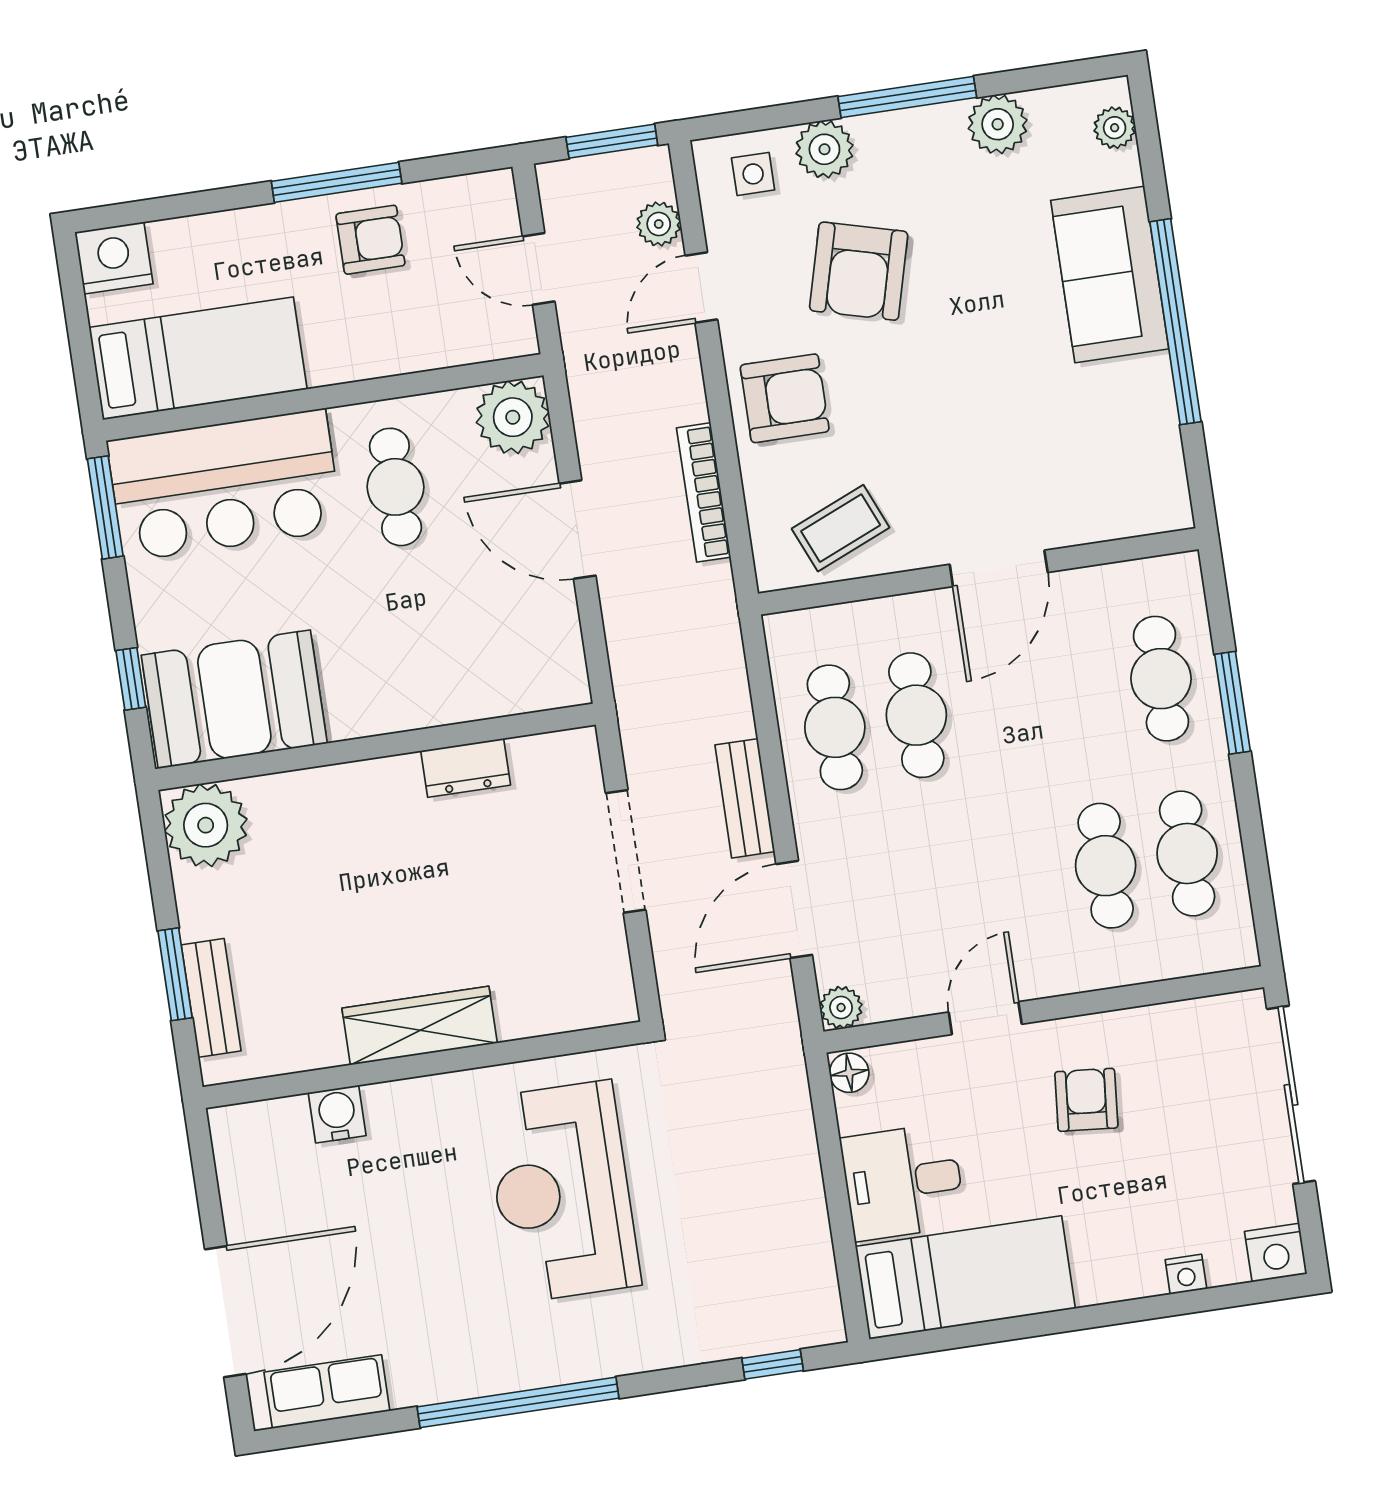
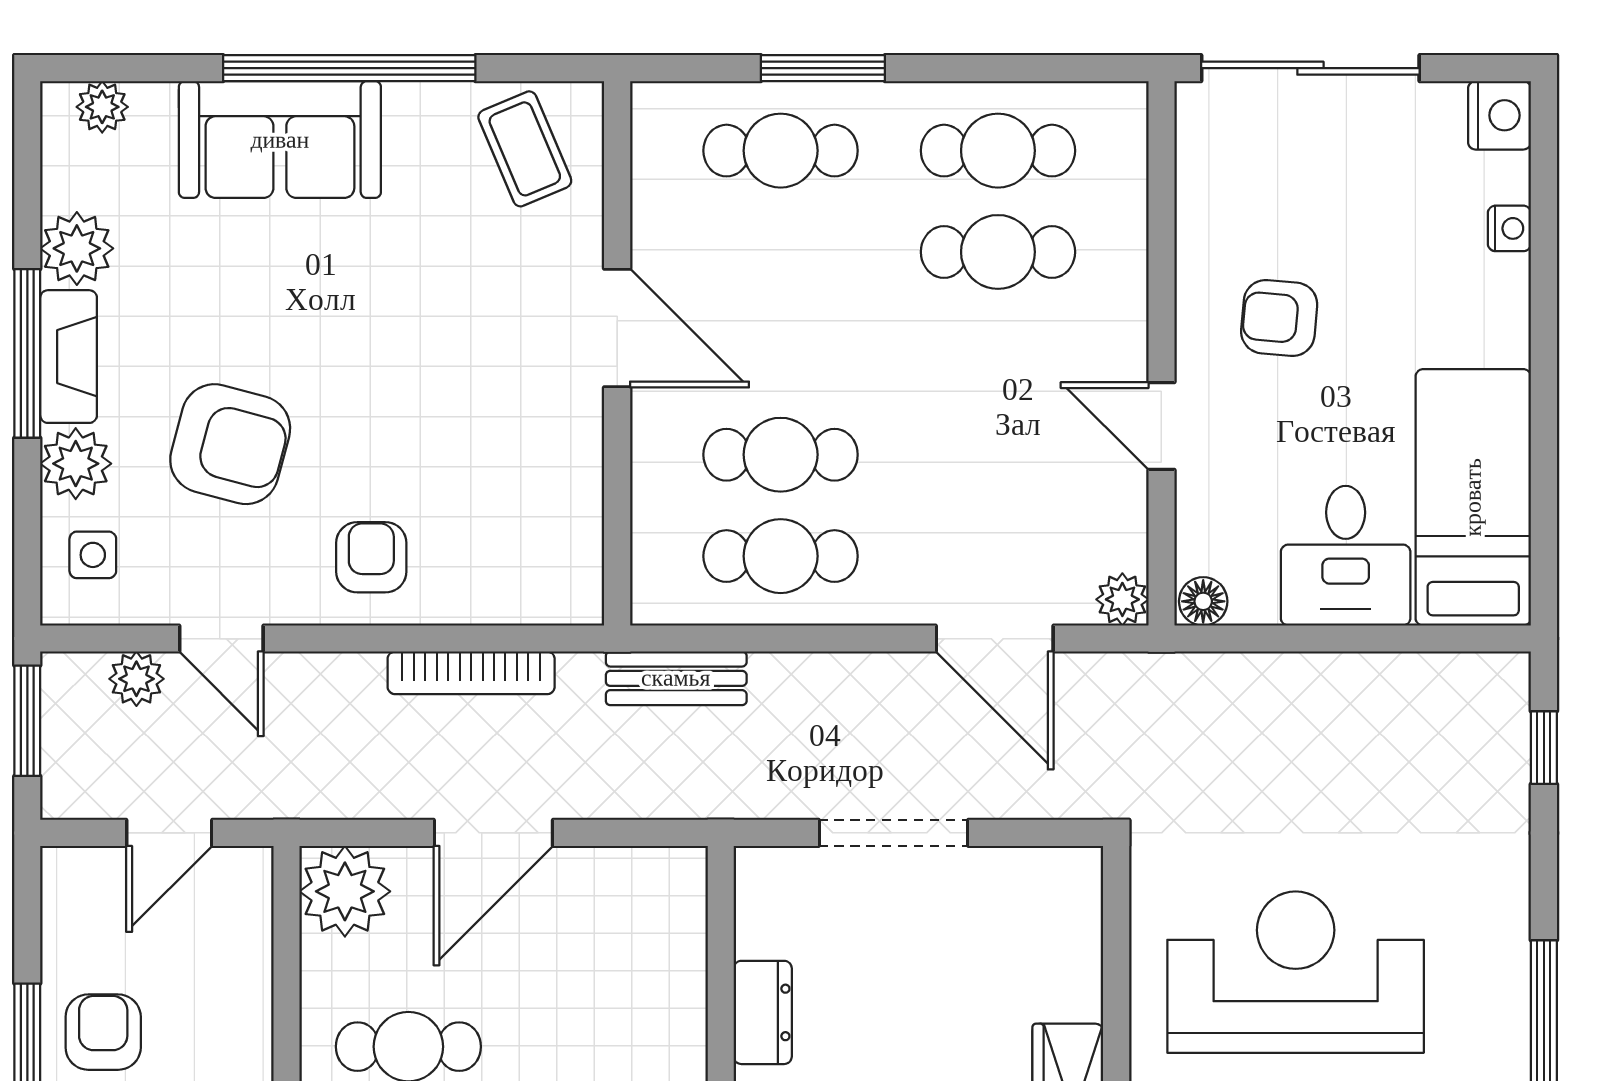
fireplace: (910, 131) -> (69, 357), added
armchair: (785, 398) -> (371, 557), width x0.72, depth x0.72
coffee table: (841, 528) -> (525, 149), moved
bench: (745, 798) -> (676, 678), moved
reception desk: (562, 1192) -> (1296, 972), turned 180

